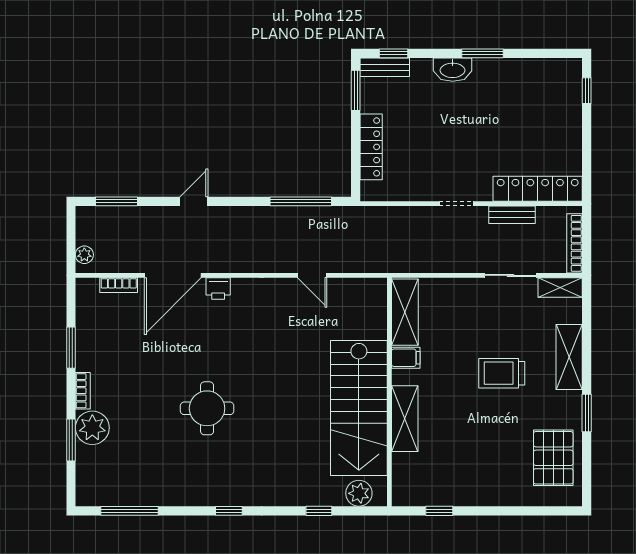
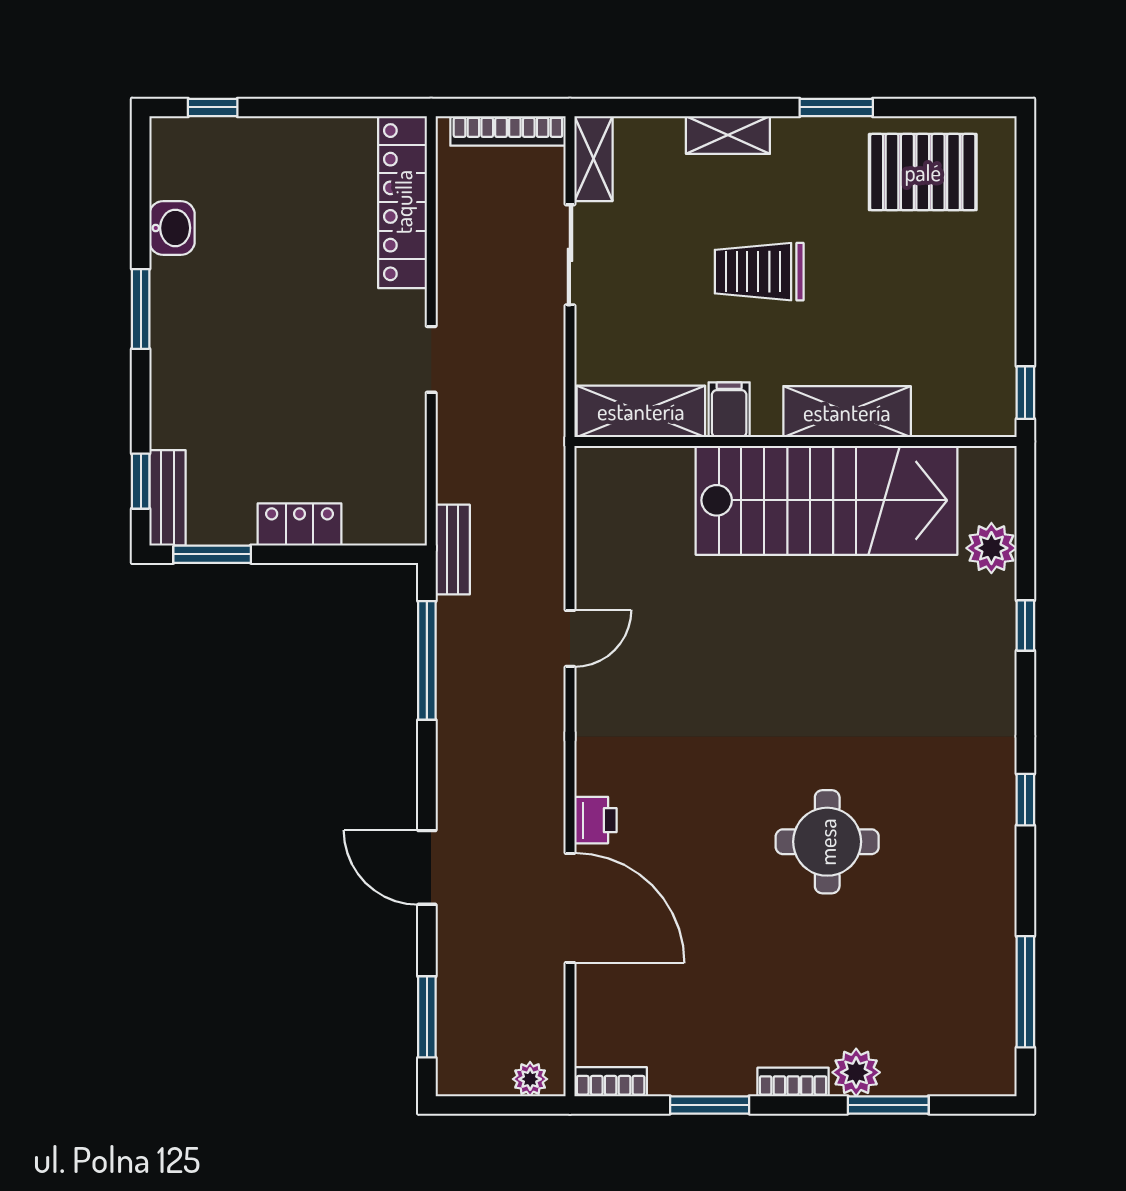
washbasin: (453, 70) -> (172, 228), moved, width x0.72
locker: (371, 147) -> (300, 524), width x0.66
door: (194, 201) -> (427, 867), width x1.38
bench: (512, 215) -> (453, 550), moved
bookcase: (119, 285) -> (611, 1082), moved, turned -90
shelving: (405, 312) -> (641, 411), moved
shelving: (569, 357) -> (728, 135), width x0.67, depth x0.75
filing cabinet: (406, 358) -> (729, 410), moved
trolley: (502, 373) -> (759, 272), turned 90
wall: (389, 392) -> (795, 441), moved
stairs: (359, 408) -> (827, 500), moved
shelving: (405, 419) -> (847, 412), moved
plant: (92, 428) -> (856, 1072), width x0.73, depth x0.73

